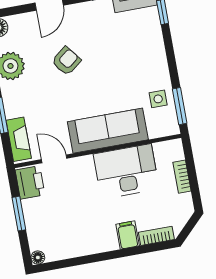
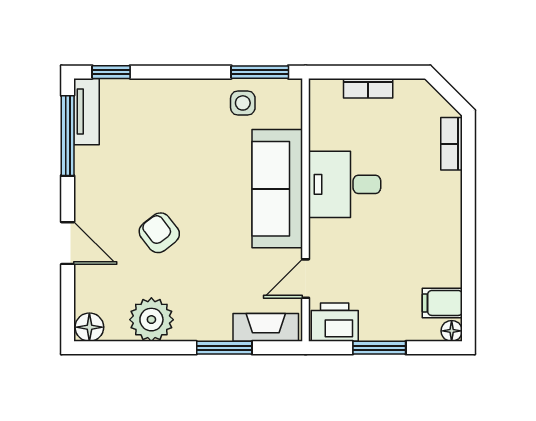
desk: (126, 171) -> (345, 184), width x0.73
filing cabinet: (128, 235) -> (442, 303), moved

